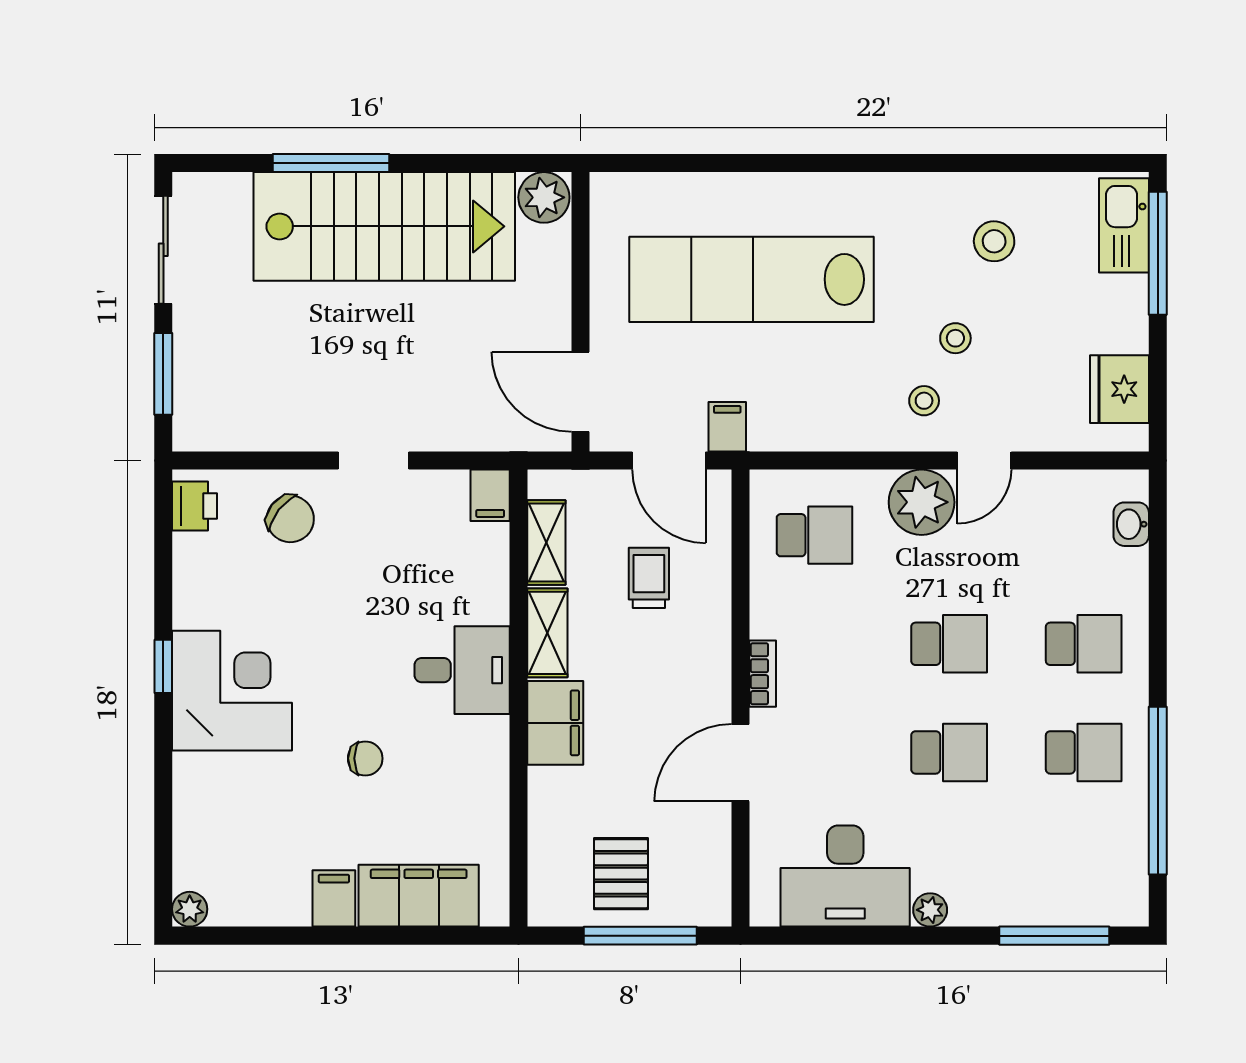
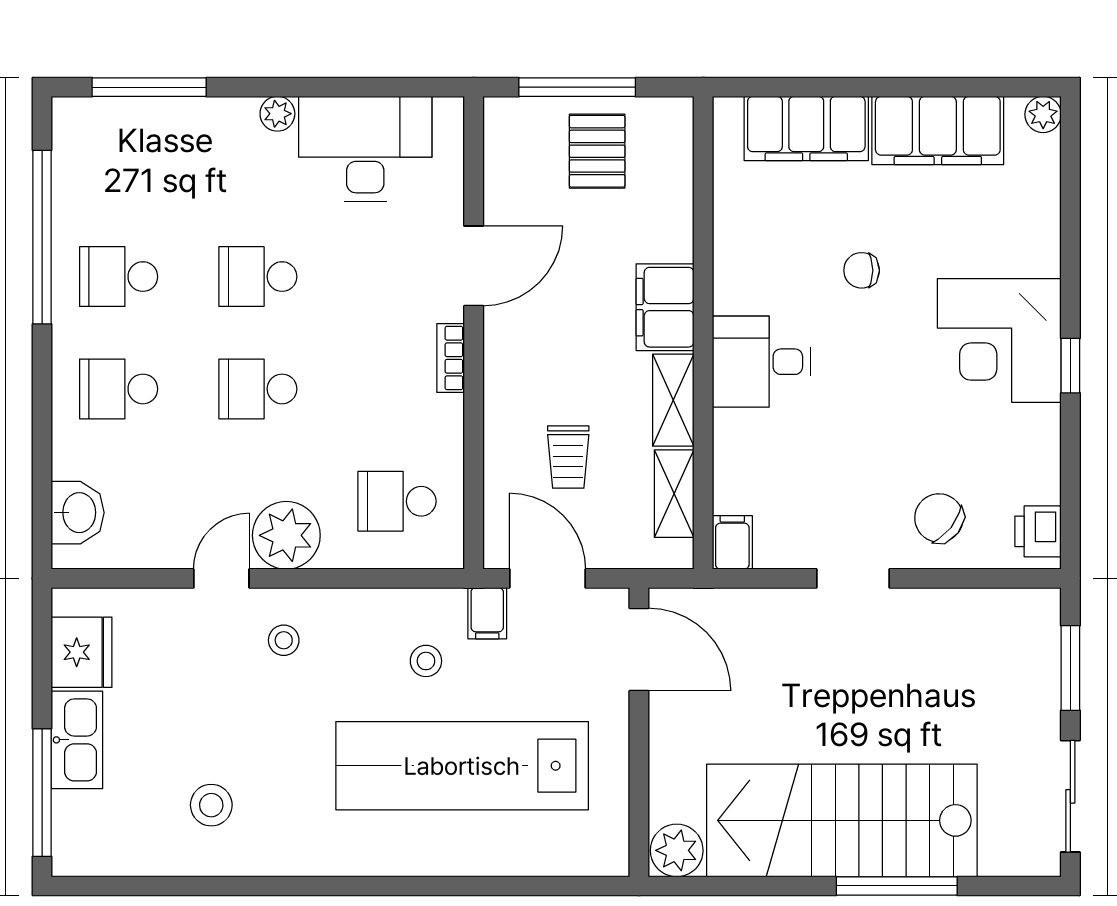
kitchen sink: (1124, 225) -> (77, 740), moved
lab bench: (751, 279) -> (462, 766), turned 180
stool: (955, 338) -> (426, 661), moved
washbasin: (1131, 524) -> (78, 513), width x1.38, depth x1.45
filing cabinet: (334, 898) -> (938, 130), width x3.00, depth x1.17

